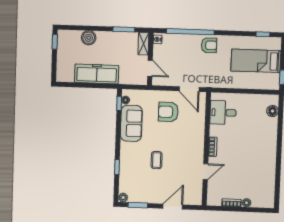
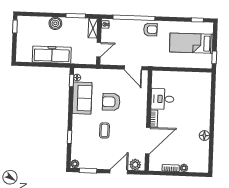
boiler: (89, 38) -> (55, 23), moved
door: (150, 68) -> (99, 50), hinge flipped
floor lamp: (272, 111) -> (204, 136), moved
armchair: (168, 112) -> (111, 102), moved
desk: (223, 113) -> (162, 99), moved
door: (206, 172) -> (148, 141), width x1.88
plant: (191, 199) -> (135, 165), added

